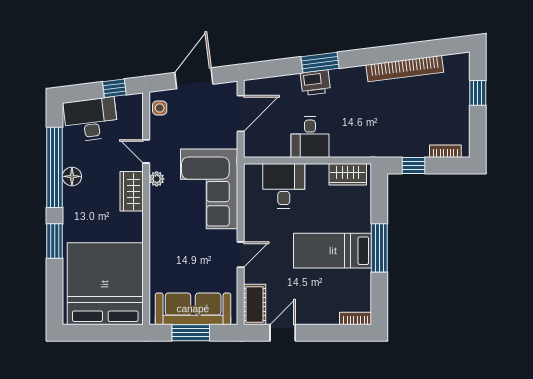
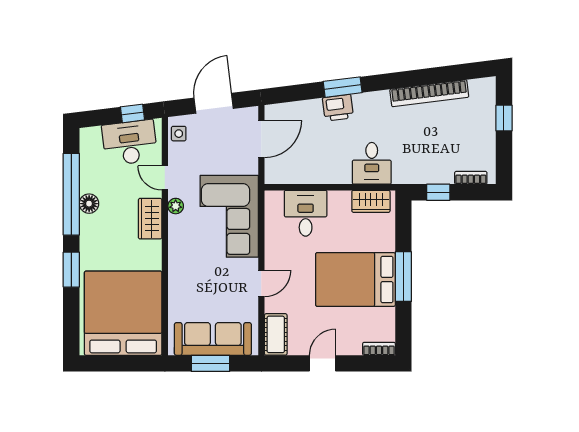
desk: (91, 119) -> (130, 143), moved
desk: (310, 137) -> (372, 163), moved
bed: (333, 251) -> (355, 279), width x1.50
door: (283, 333) -> (323, 363), moved

